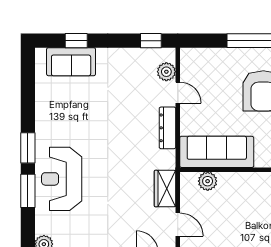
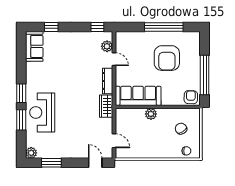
sofa: (71, 62) -> (34, 46), moved, turned -90
plant: (208, 181) -> (151, 114), moved
wardrobe: (165, 189) -> (106, 106), moved

